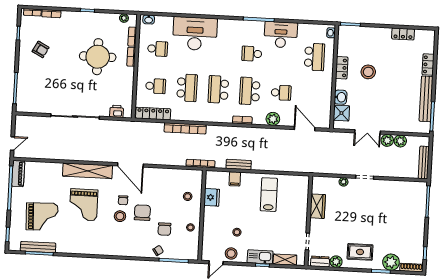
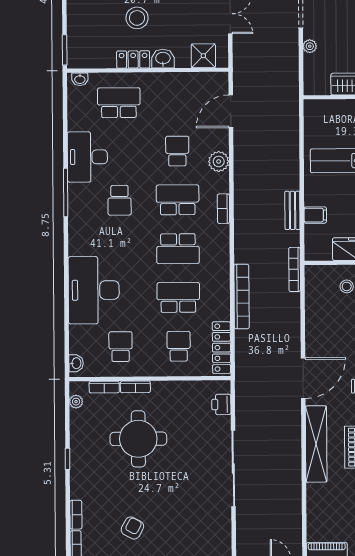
school desk: (250, 91) -> (178, 200), turned 180
washbasin: (341, 97) -> (163, 59), moved

